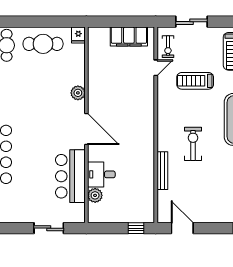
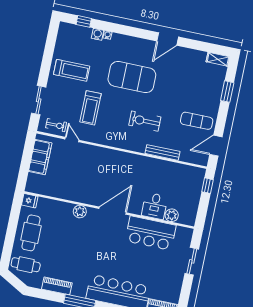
exercise mat: (205, 201) -> (197, 121), added

